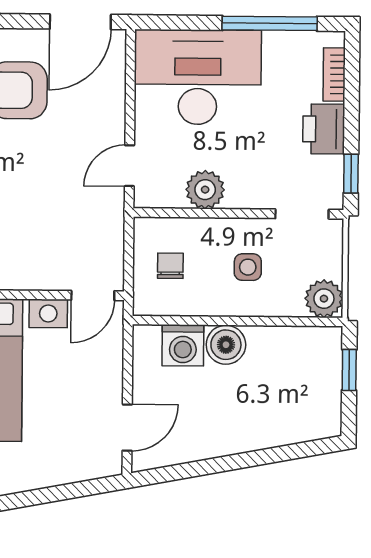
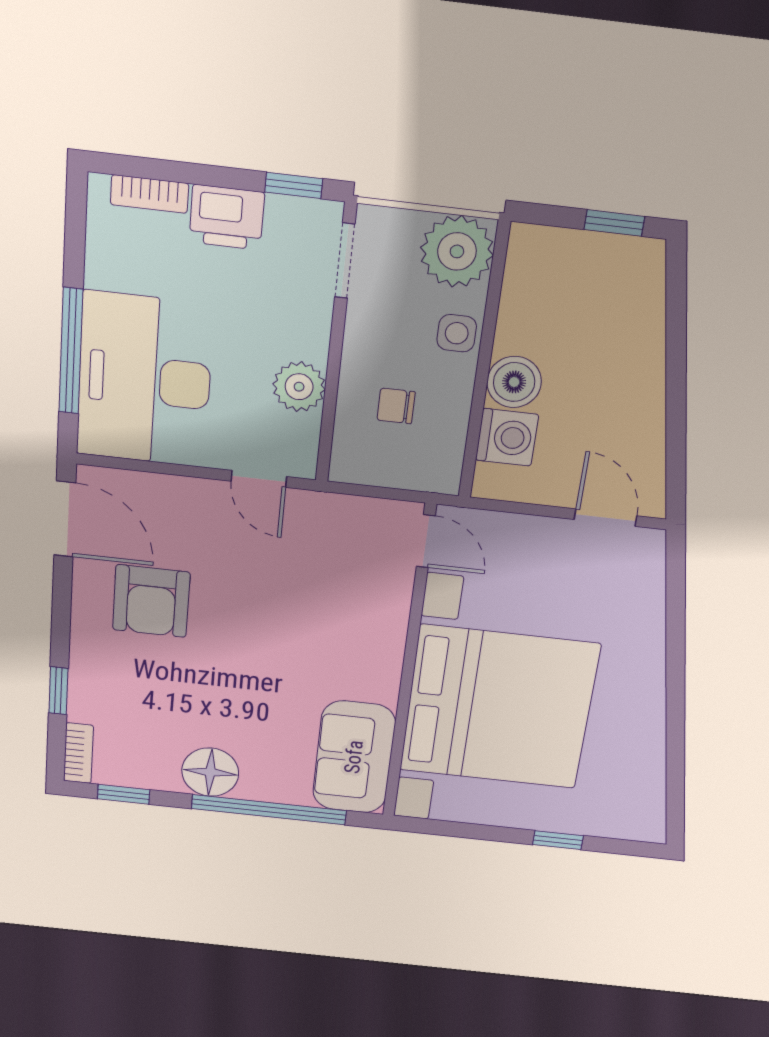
window: (270, 23) -> (71, 351), moved
chair: (170, 266) -> (396, 406), moved
side table: (248, 267) -> (457, 333), moved
plant: (324, 299) -> (457, 251), width x1.36, depth x1.36
window: (349, 370) -> (614, 223), moved

